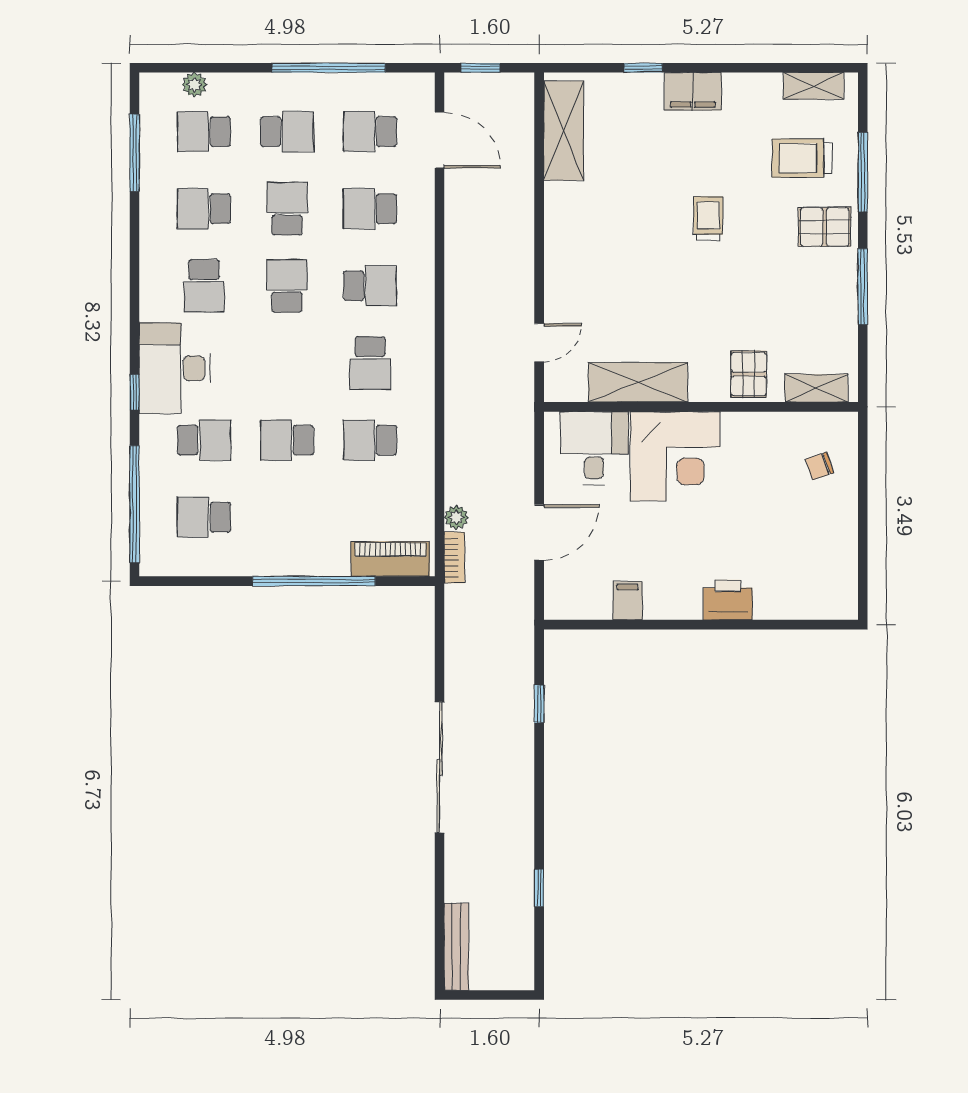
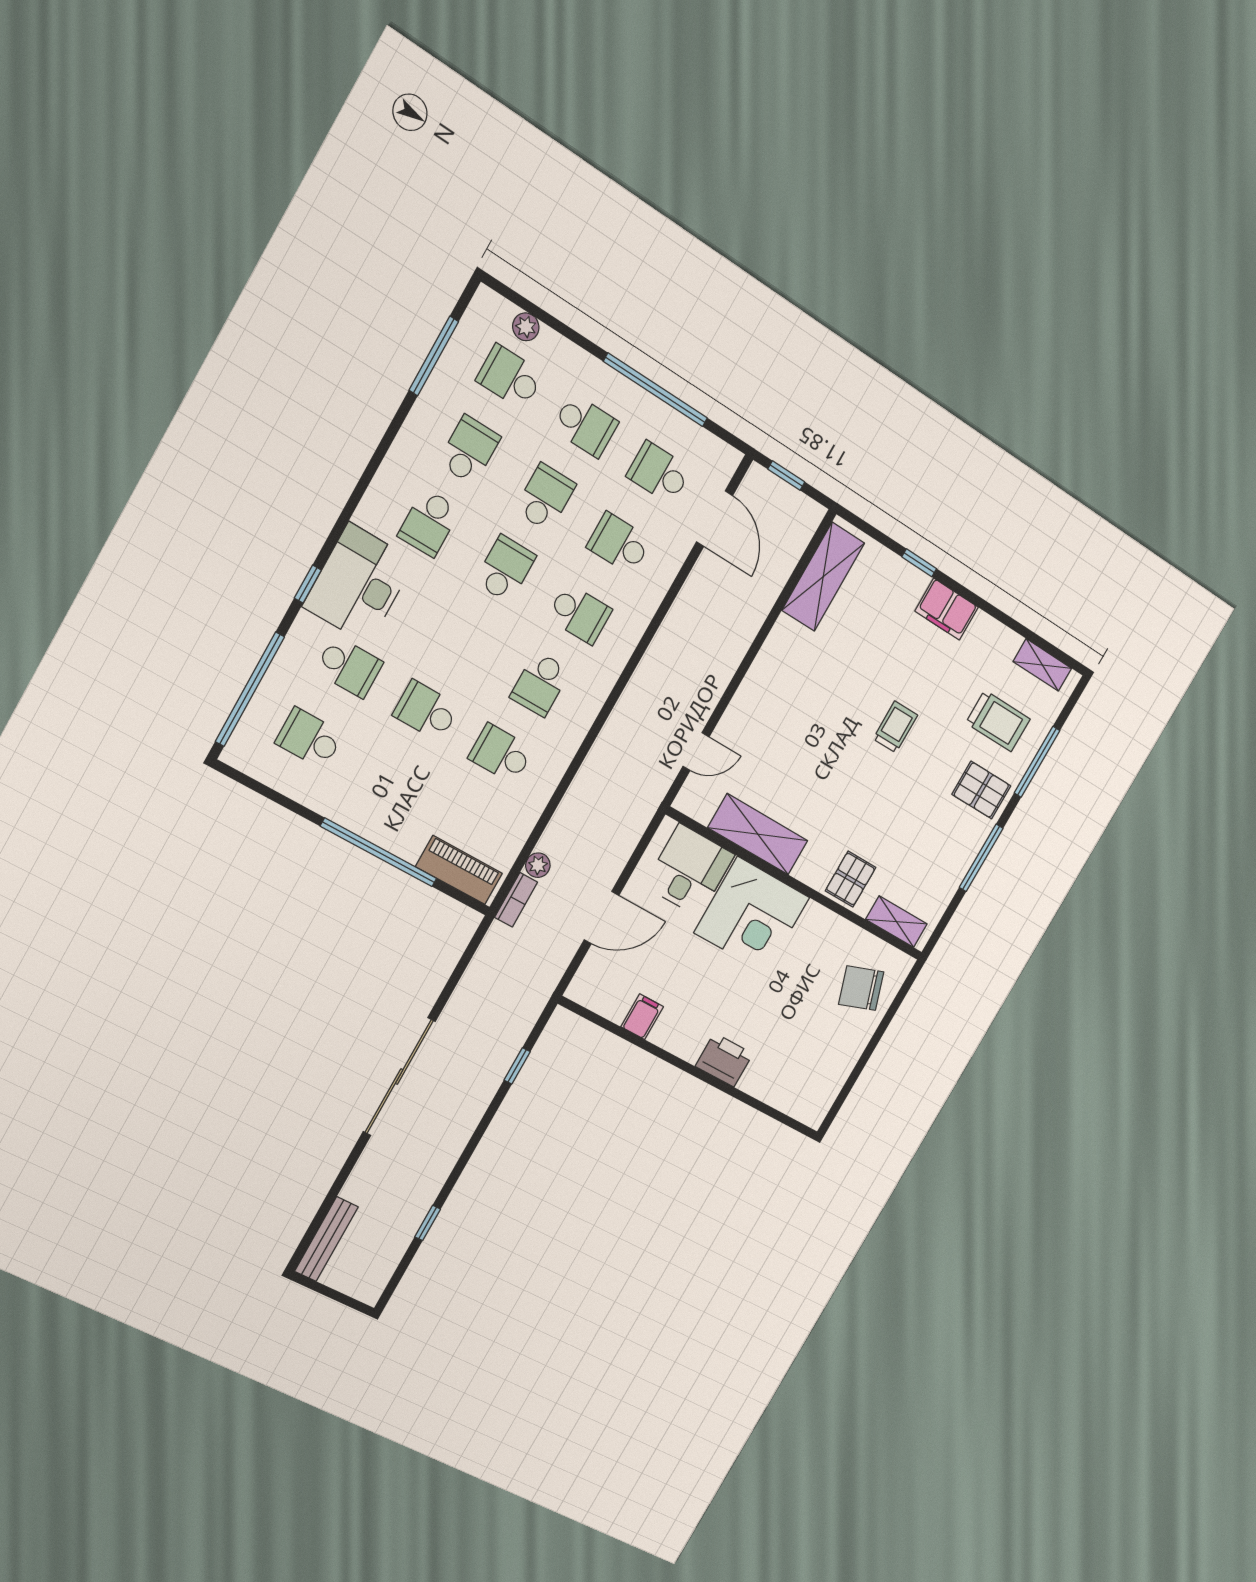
trolley: (802, 158) -> (998, 721), turned 180
school desk: (204, 209) -> (469, 450), turned 90
chair: (820, 466) -> (861, 988), width x1.87, depth x1.87

